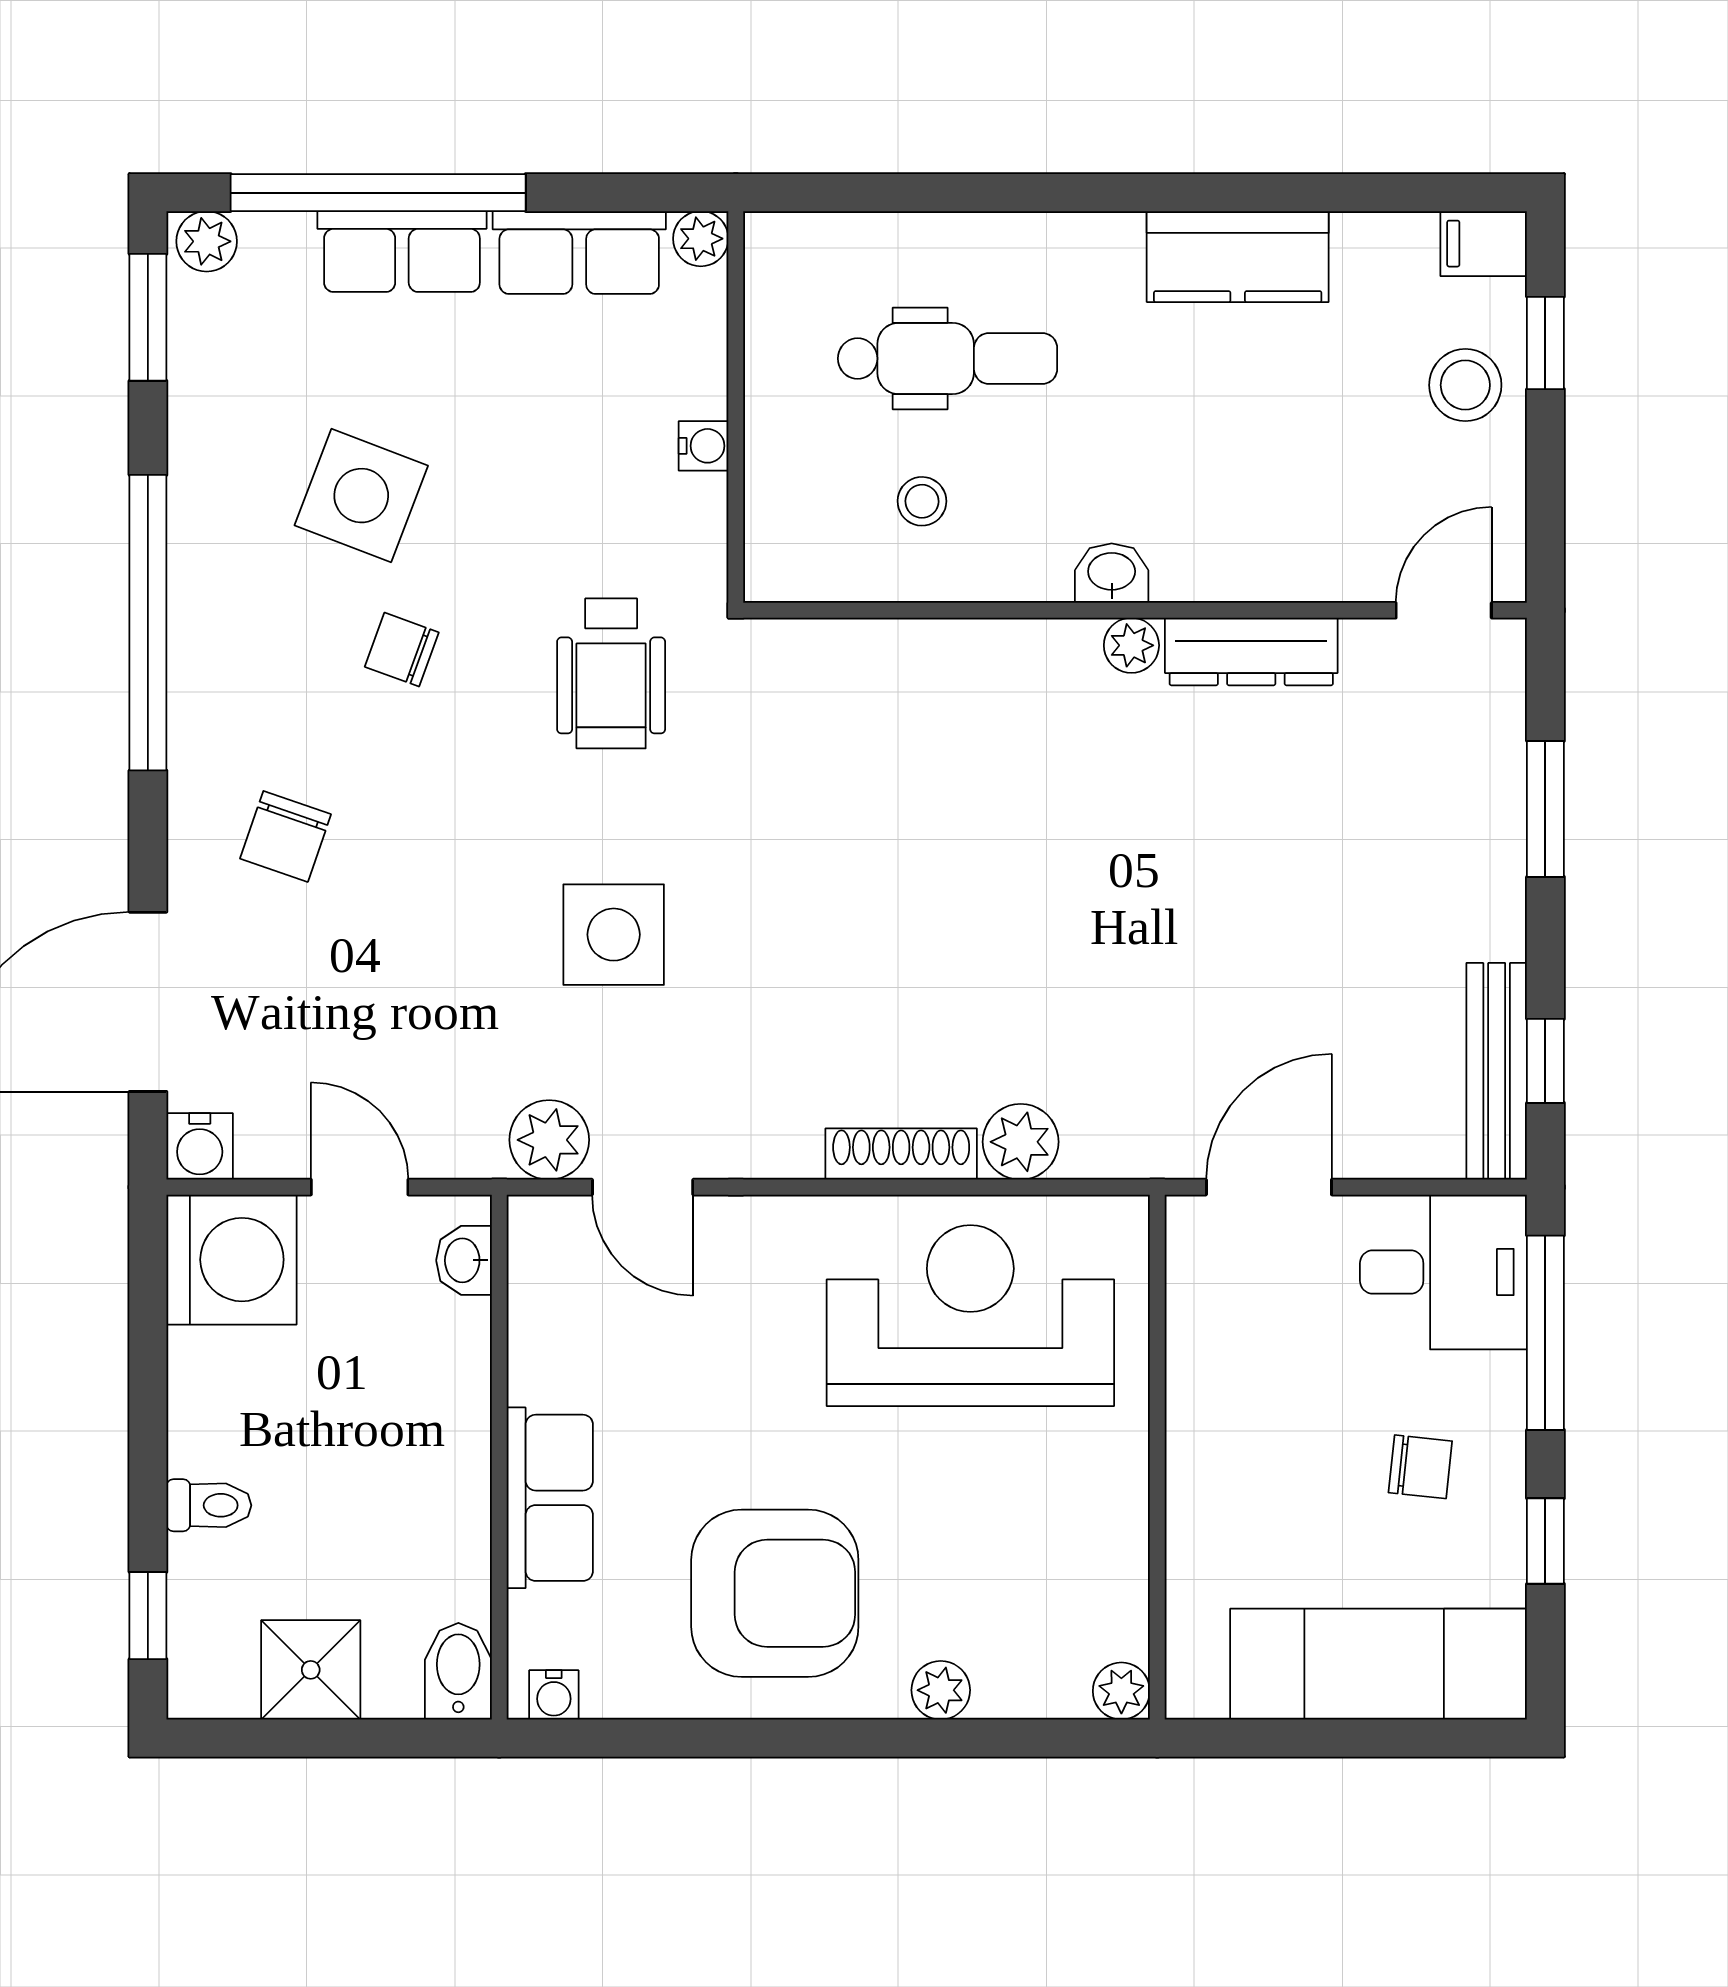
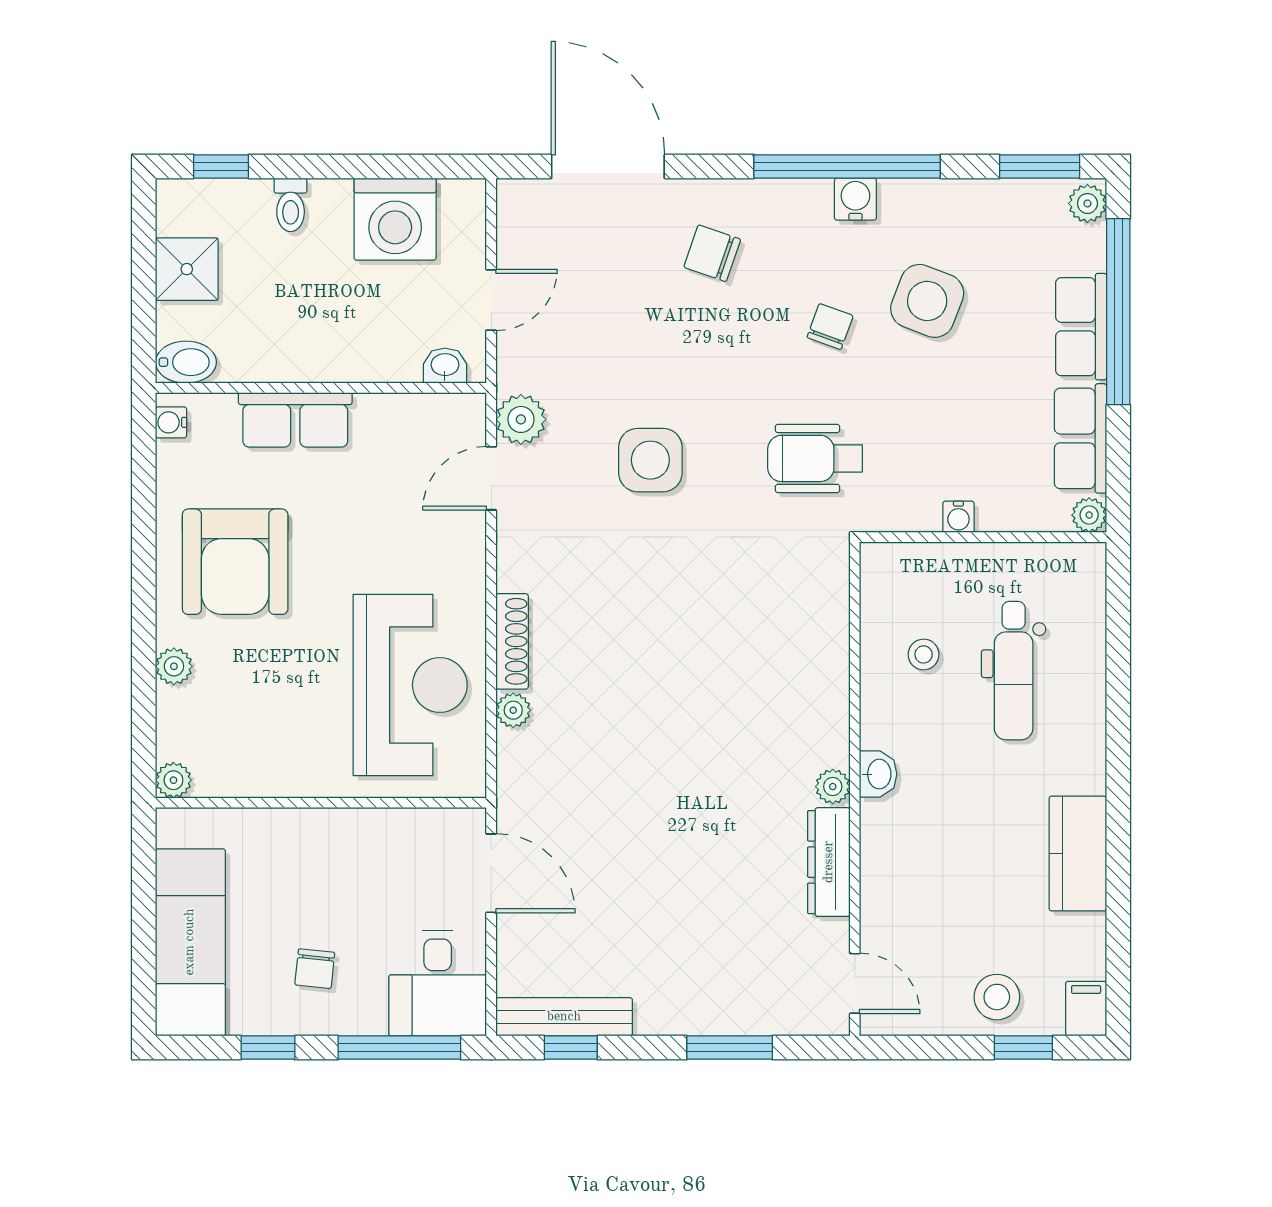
plant: (1021, 1142) -> (513, 710), width x0.73, depth x0.73
water cooler: (200, 1146) -> (855, 199), moved, turned 90
washing machine: (231, 1260) -> (395, 219), moved

